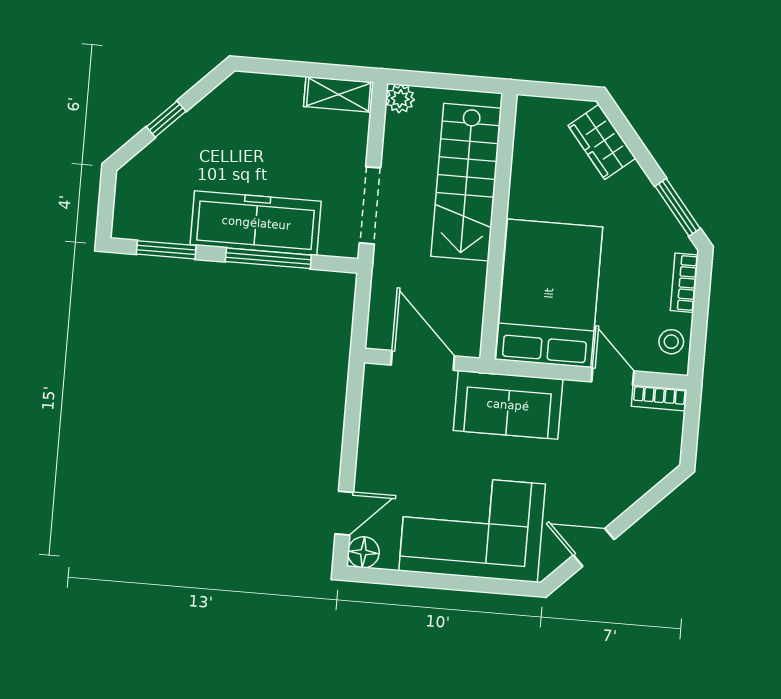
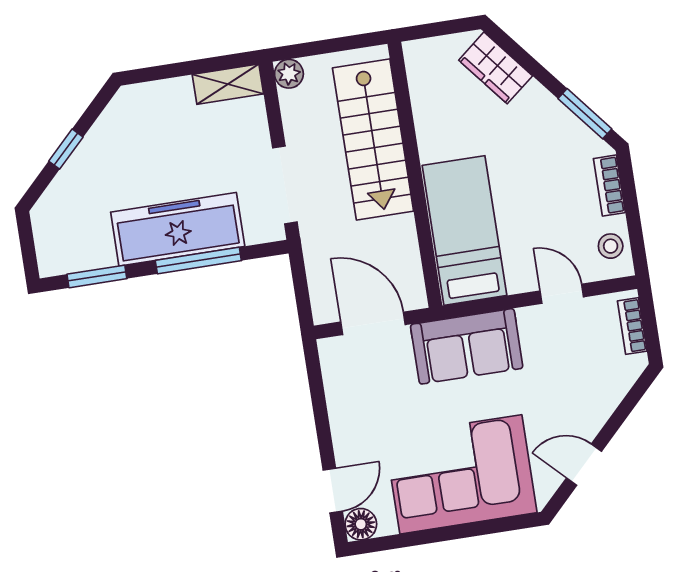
bed: (549, 293) -> (464, 230), width x0.67
bookcase: (659, 398) -> (632, 326), moved, turned 90

